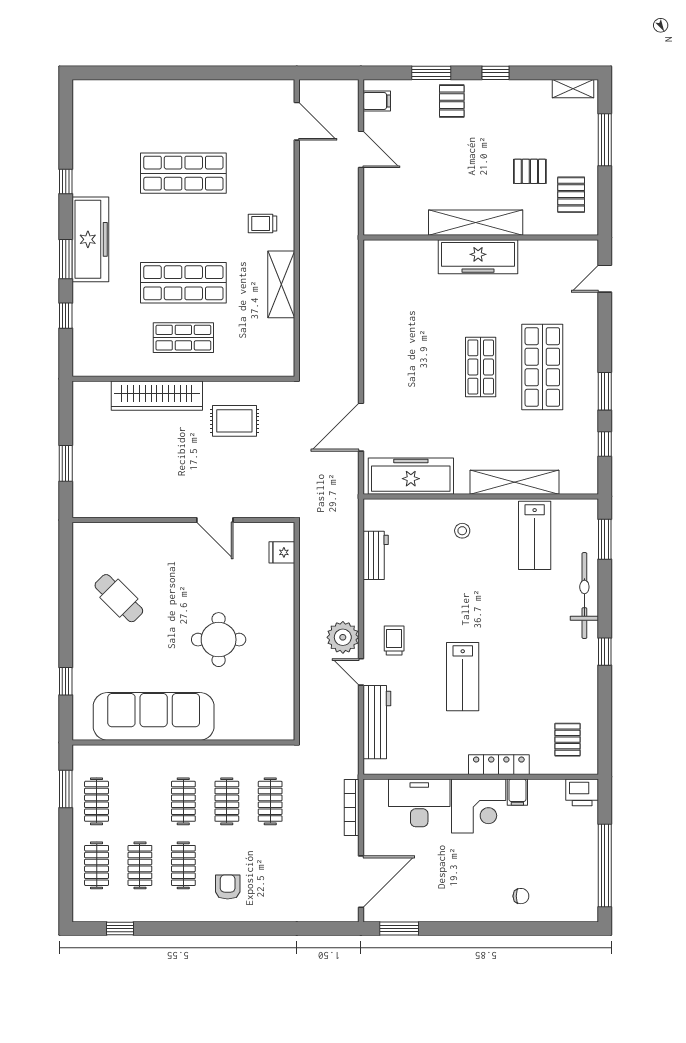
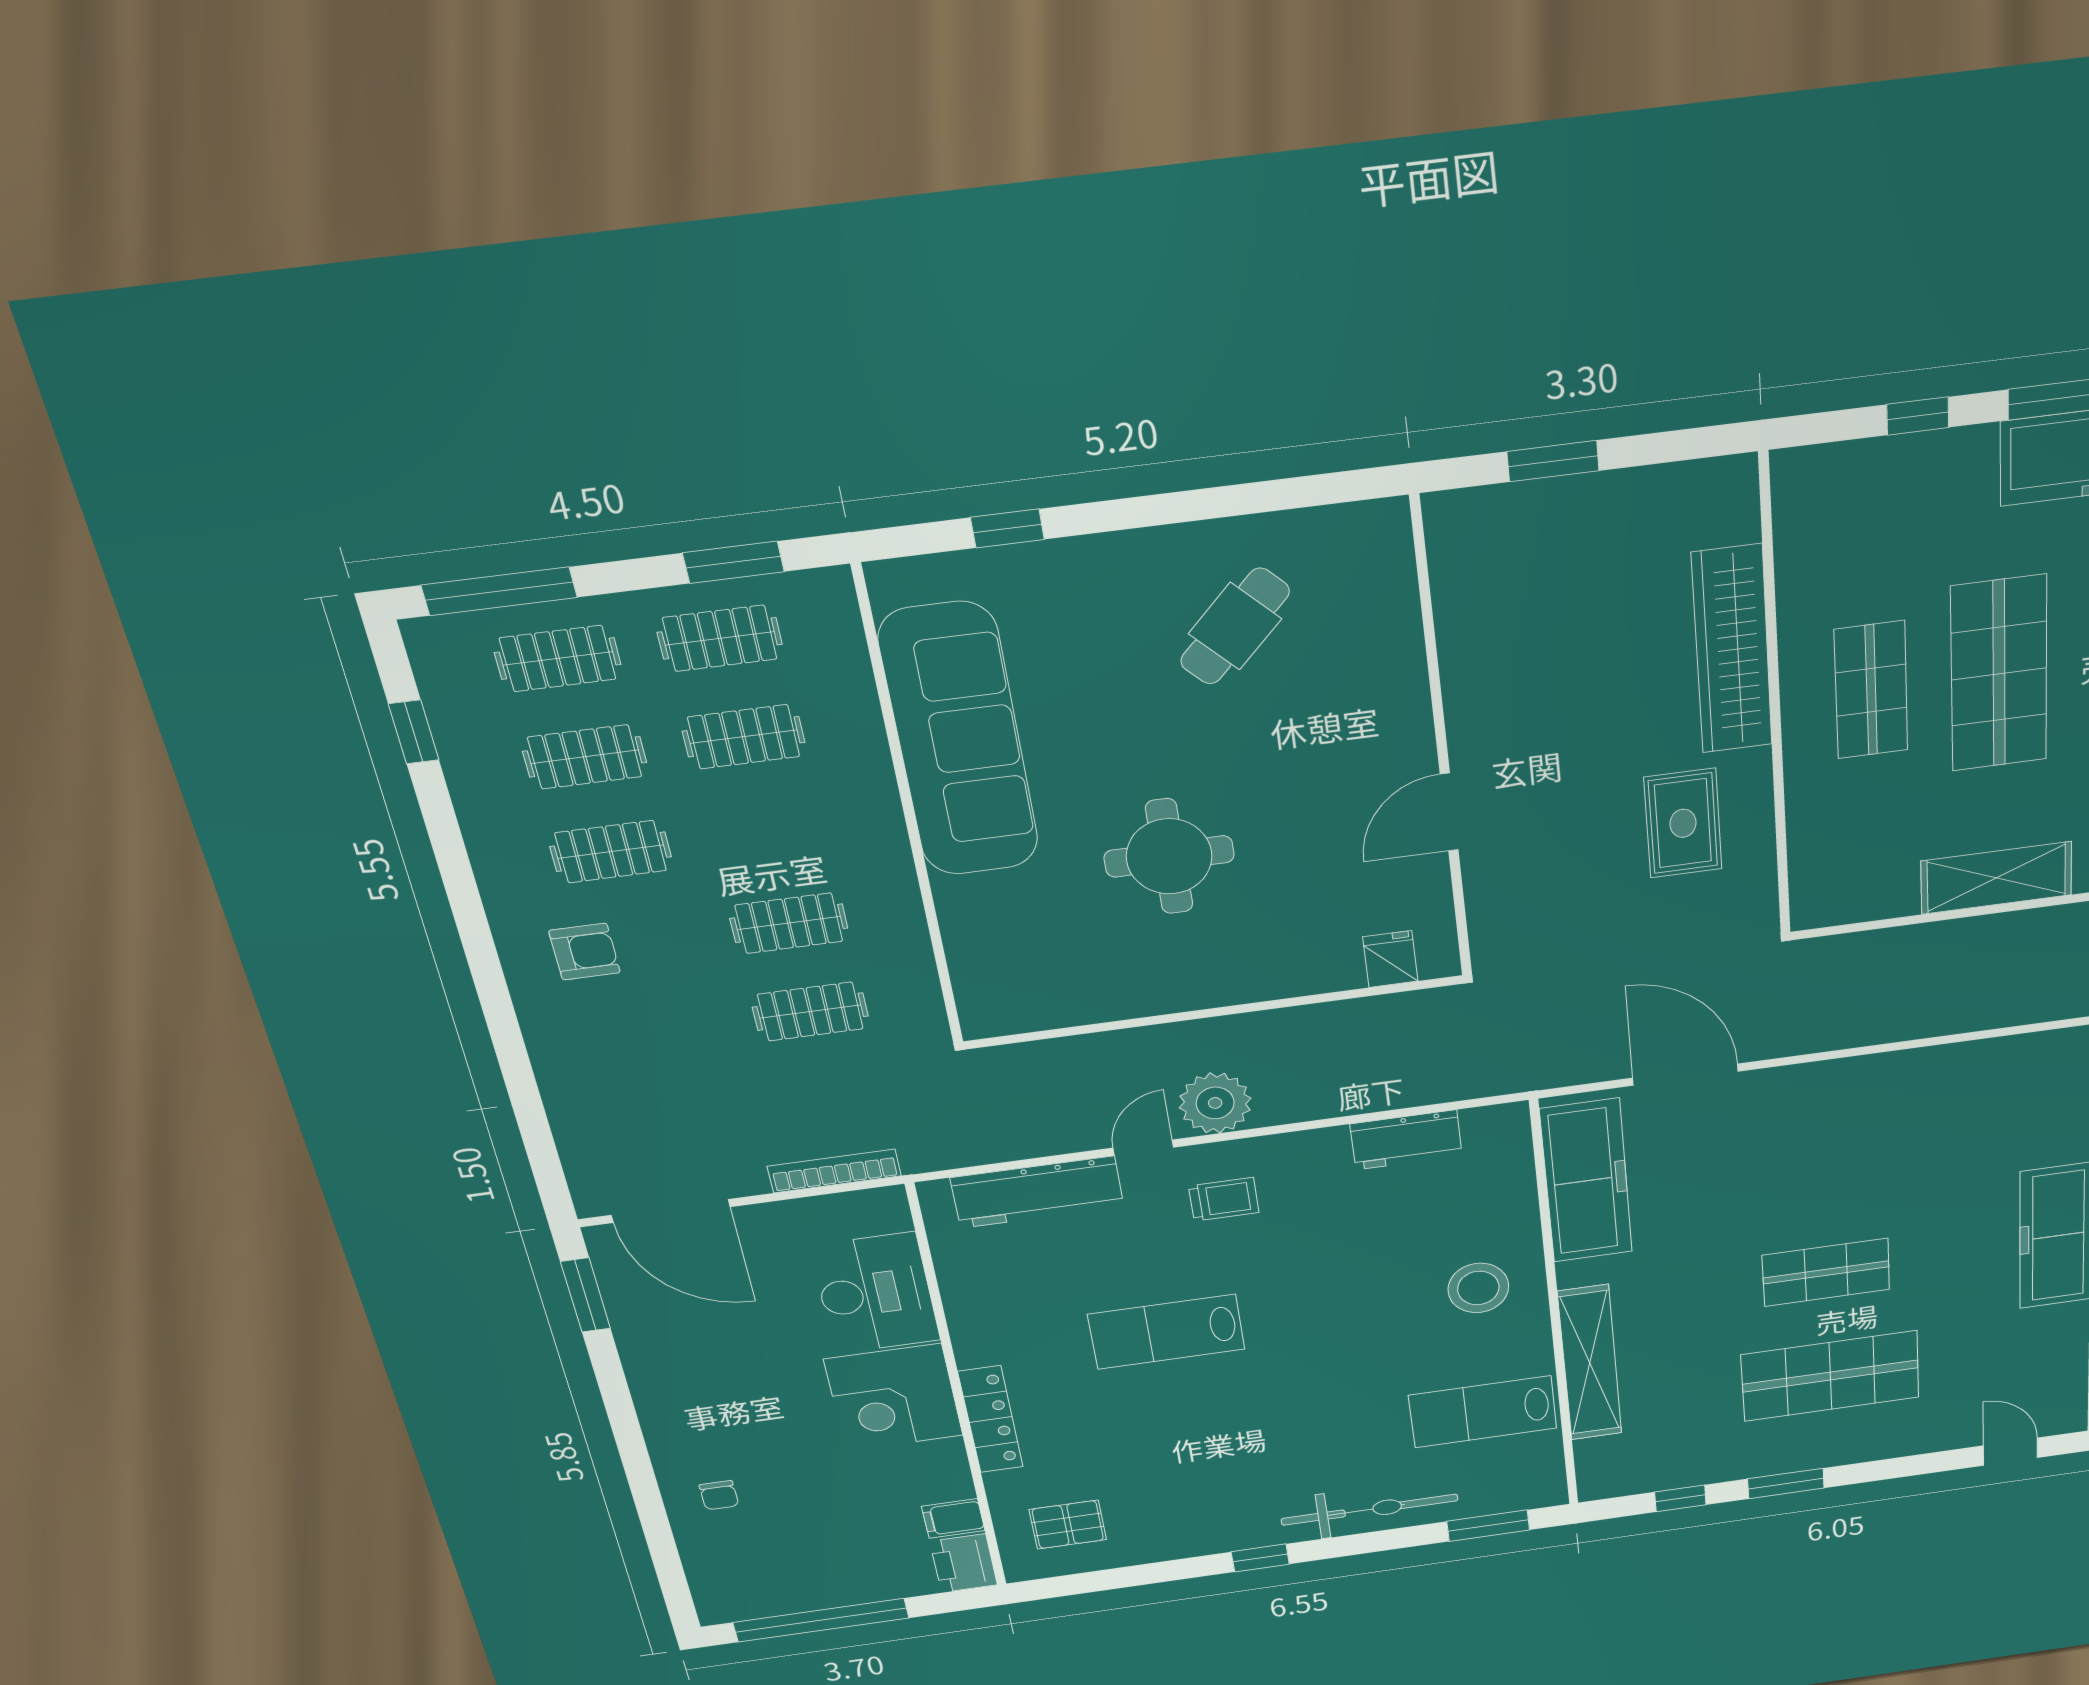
stool: (462, 531) -> (1478, 1288), width x1.89, depth x1.89
filing cabinet: (517, 792) -> (953, 1518), moved
clothes rail: (183, 801) -> (744, 737), moved
window: (66, 880) -> (499, 591), added

